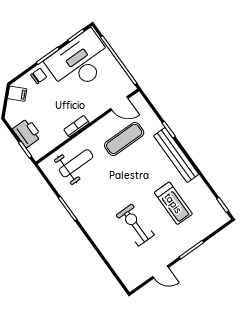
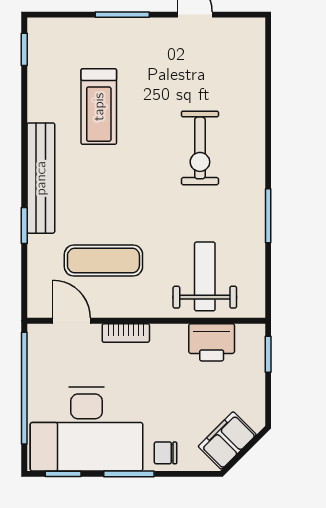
filing cabinet: (17, 94) -> (227, 440), width x2.00
bookcase: (77, 126) -> (126, 333), moved
printer: (27, 133) -> (212, 342), moved, turned -90
weight bench: (76, 163) -> (205, 276), turned 90
treadmill: (173, 203) -> (99, 107), turned 180
exercise bike: (135, 225) -> (200, 148), moved

